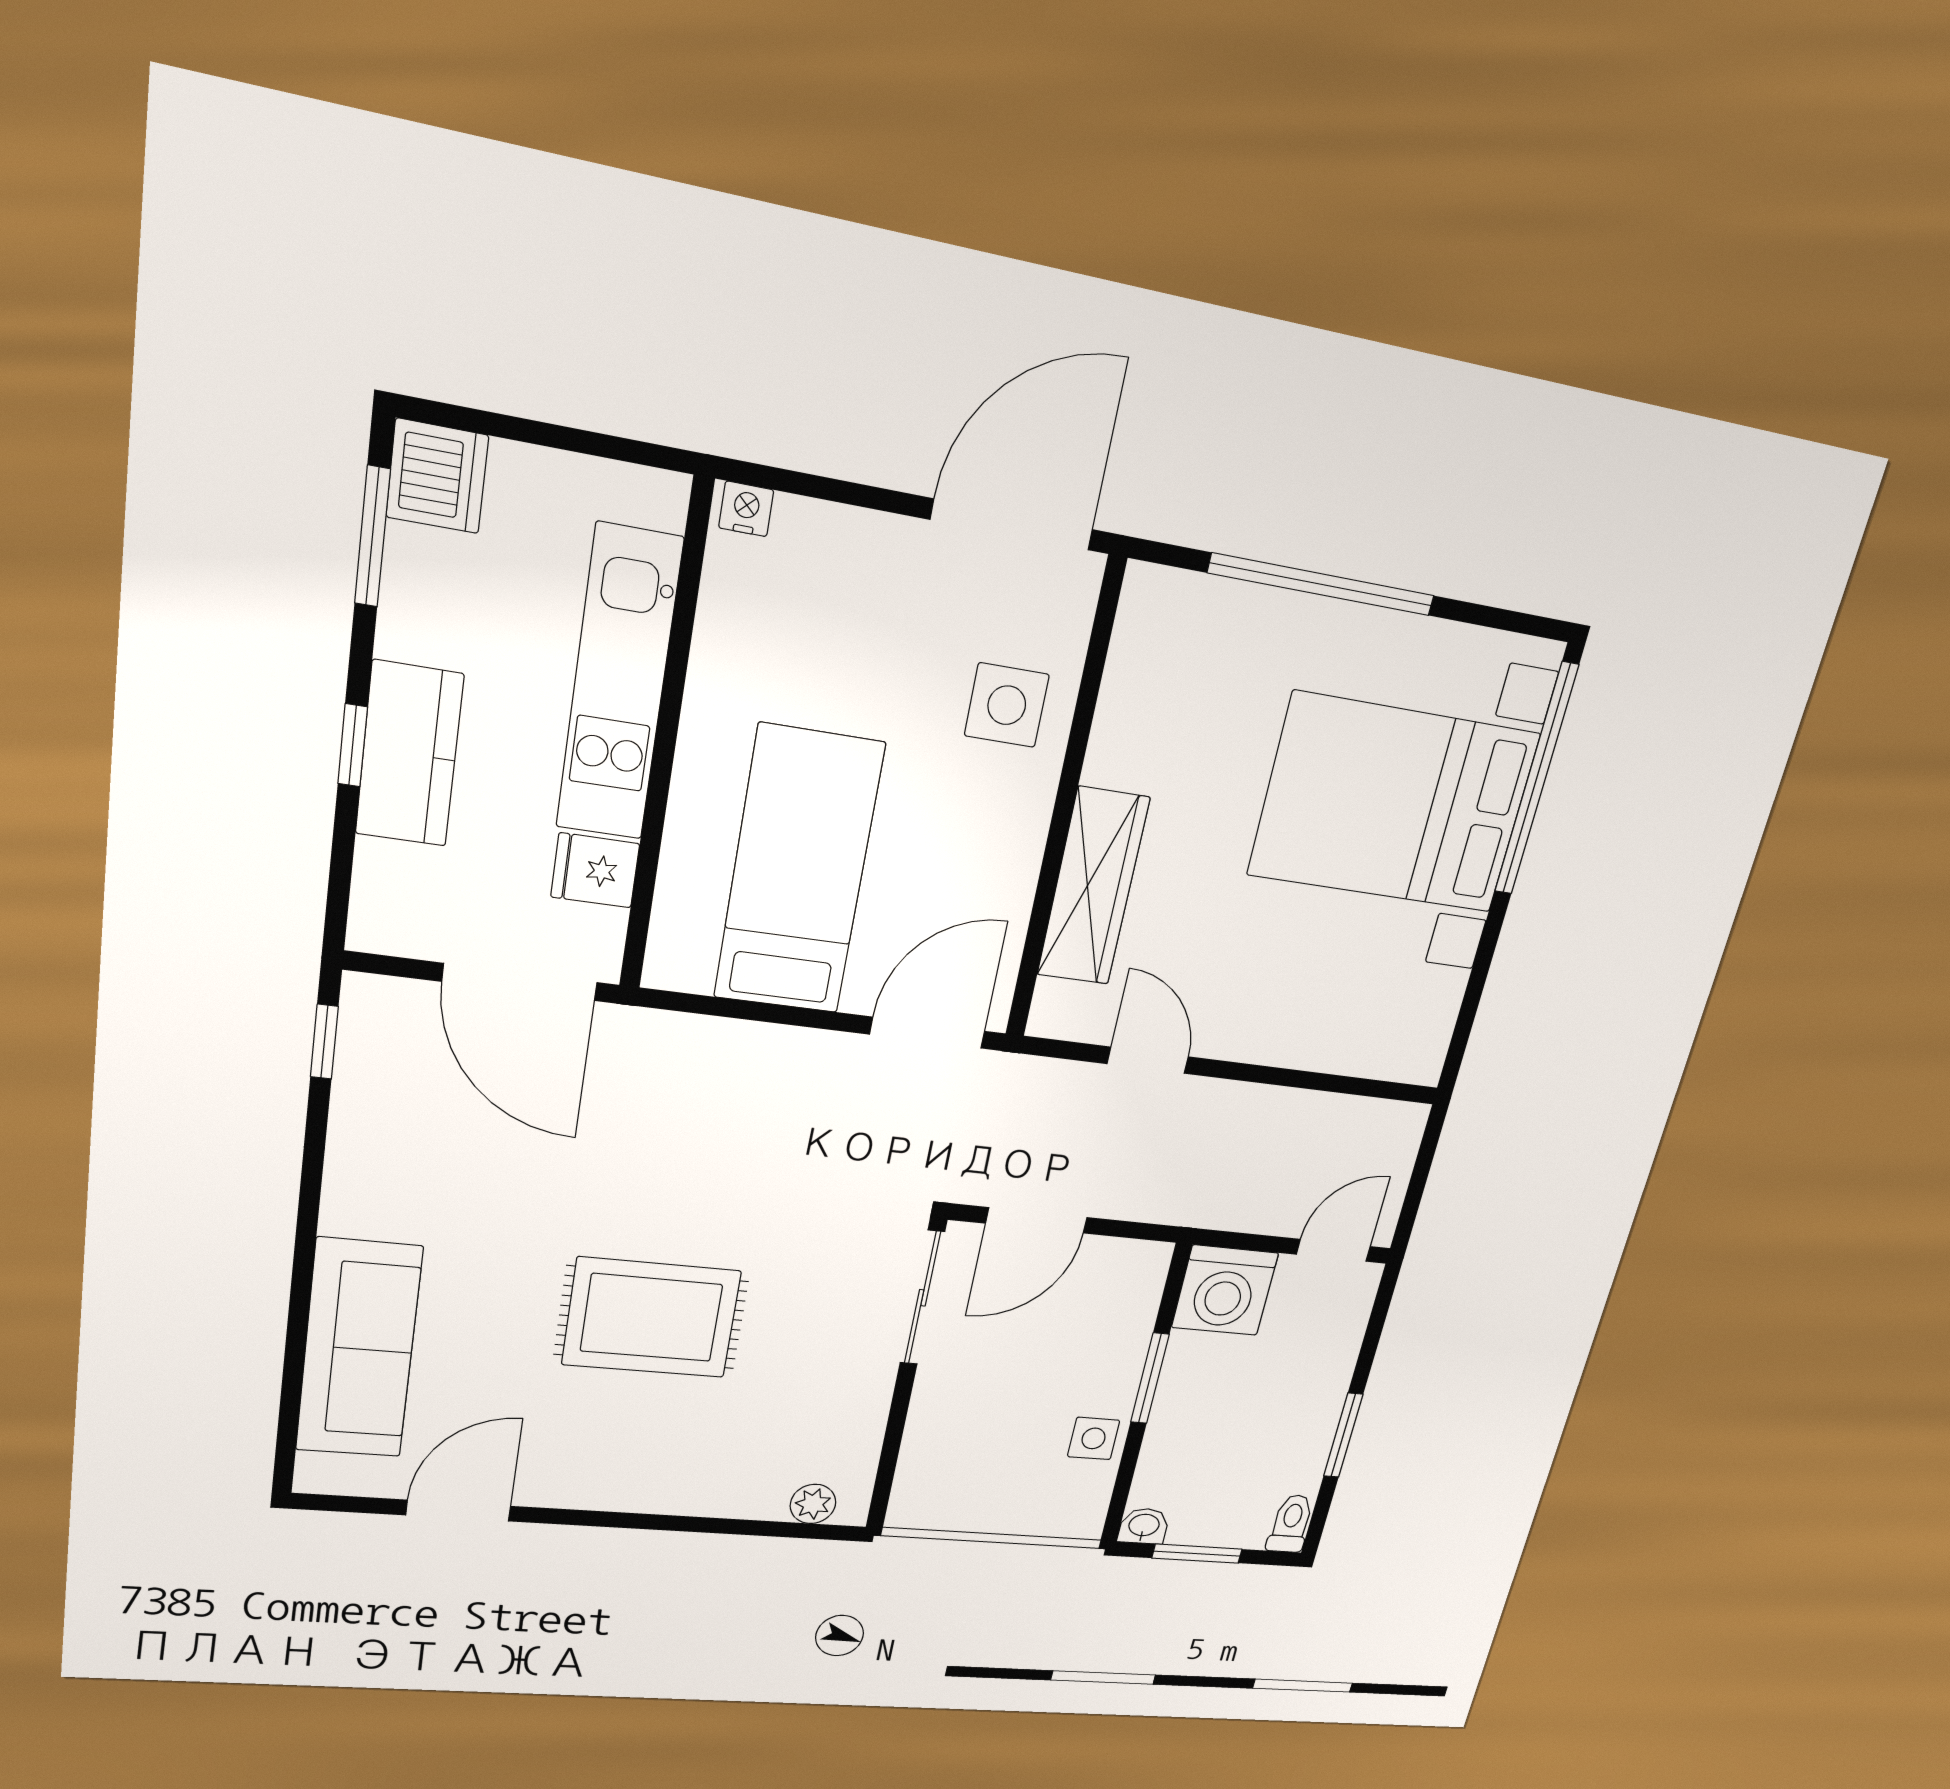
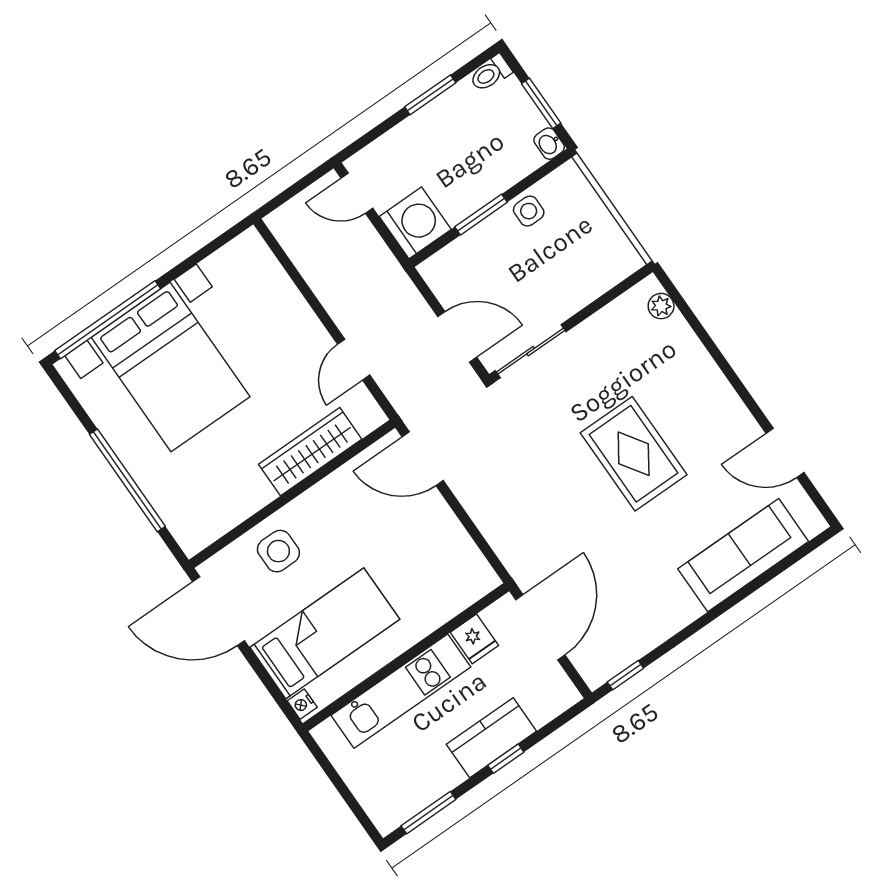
dishwasher: (437, 476) -> (389, 810), removed
bed: (799, 871) -> (325, 633), moved, turned 180

